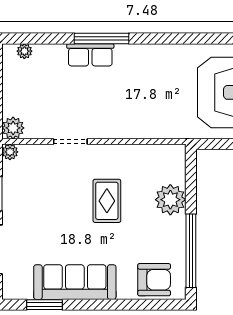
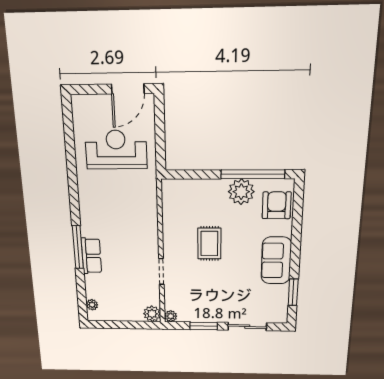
plant: (170, 200) -> (241, 192), moved
rug: (107, 201) -> (209, 244), turned 90
sofa: (75, 282) -> (276, 260), width x0.73

